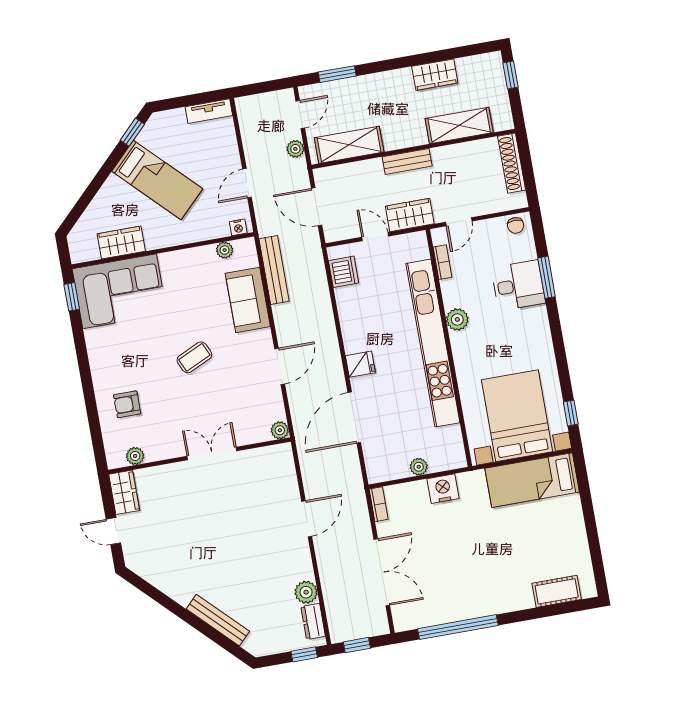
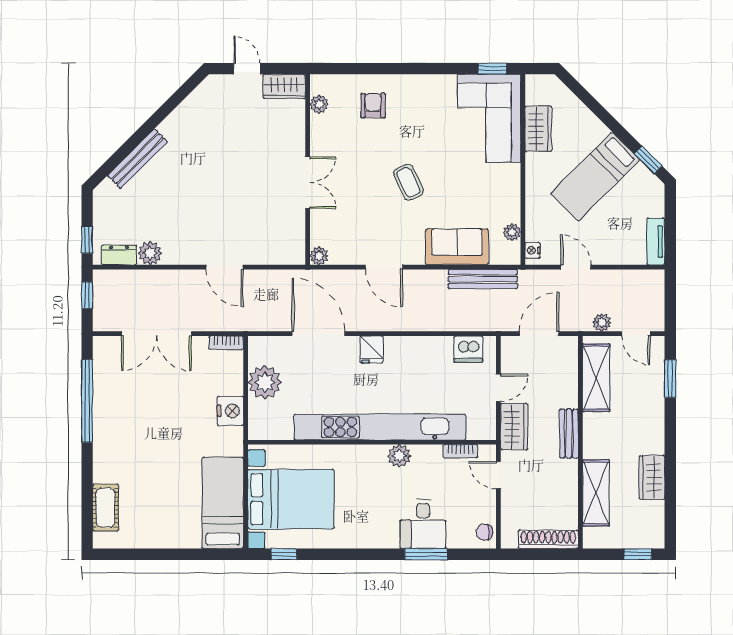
plant: (419, 467) -> (265, 382), width x1.87, depth x1.87
door: (113, 531) -> (247, 69), hinge flipped

